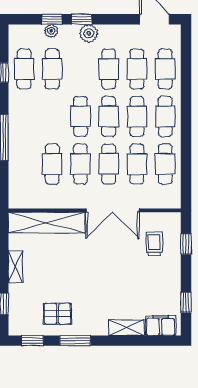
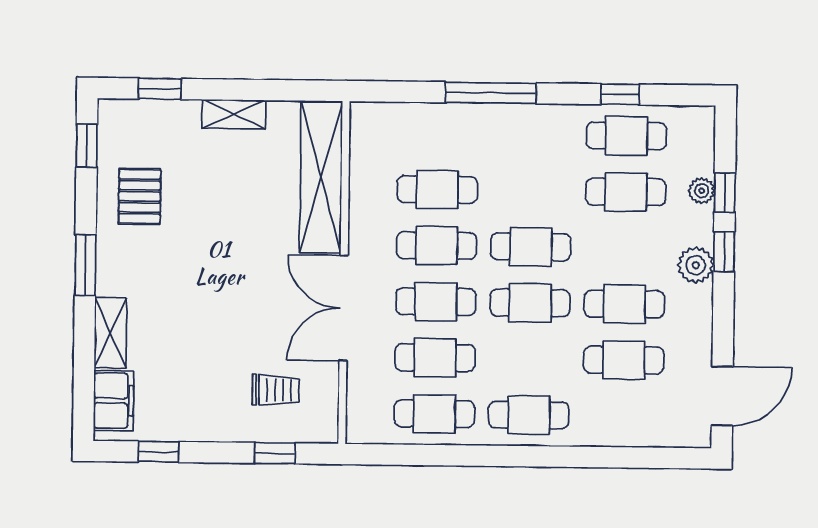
cafe table: (165, 69) -> (623, 416), removed
cafe table: (137, 116) -> (529, 359), removed
window: (75, 341) -> (85, 265), moved

